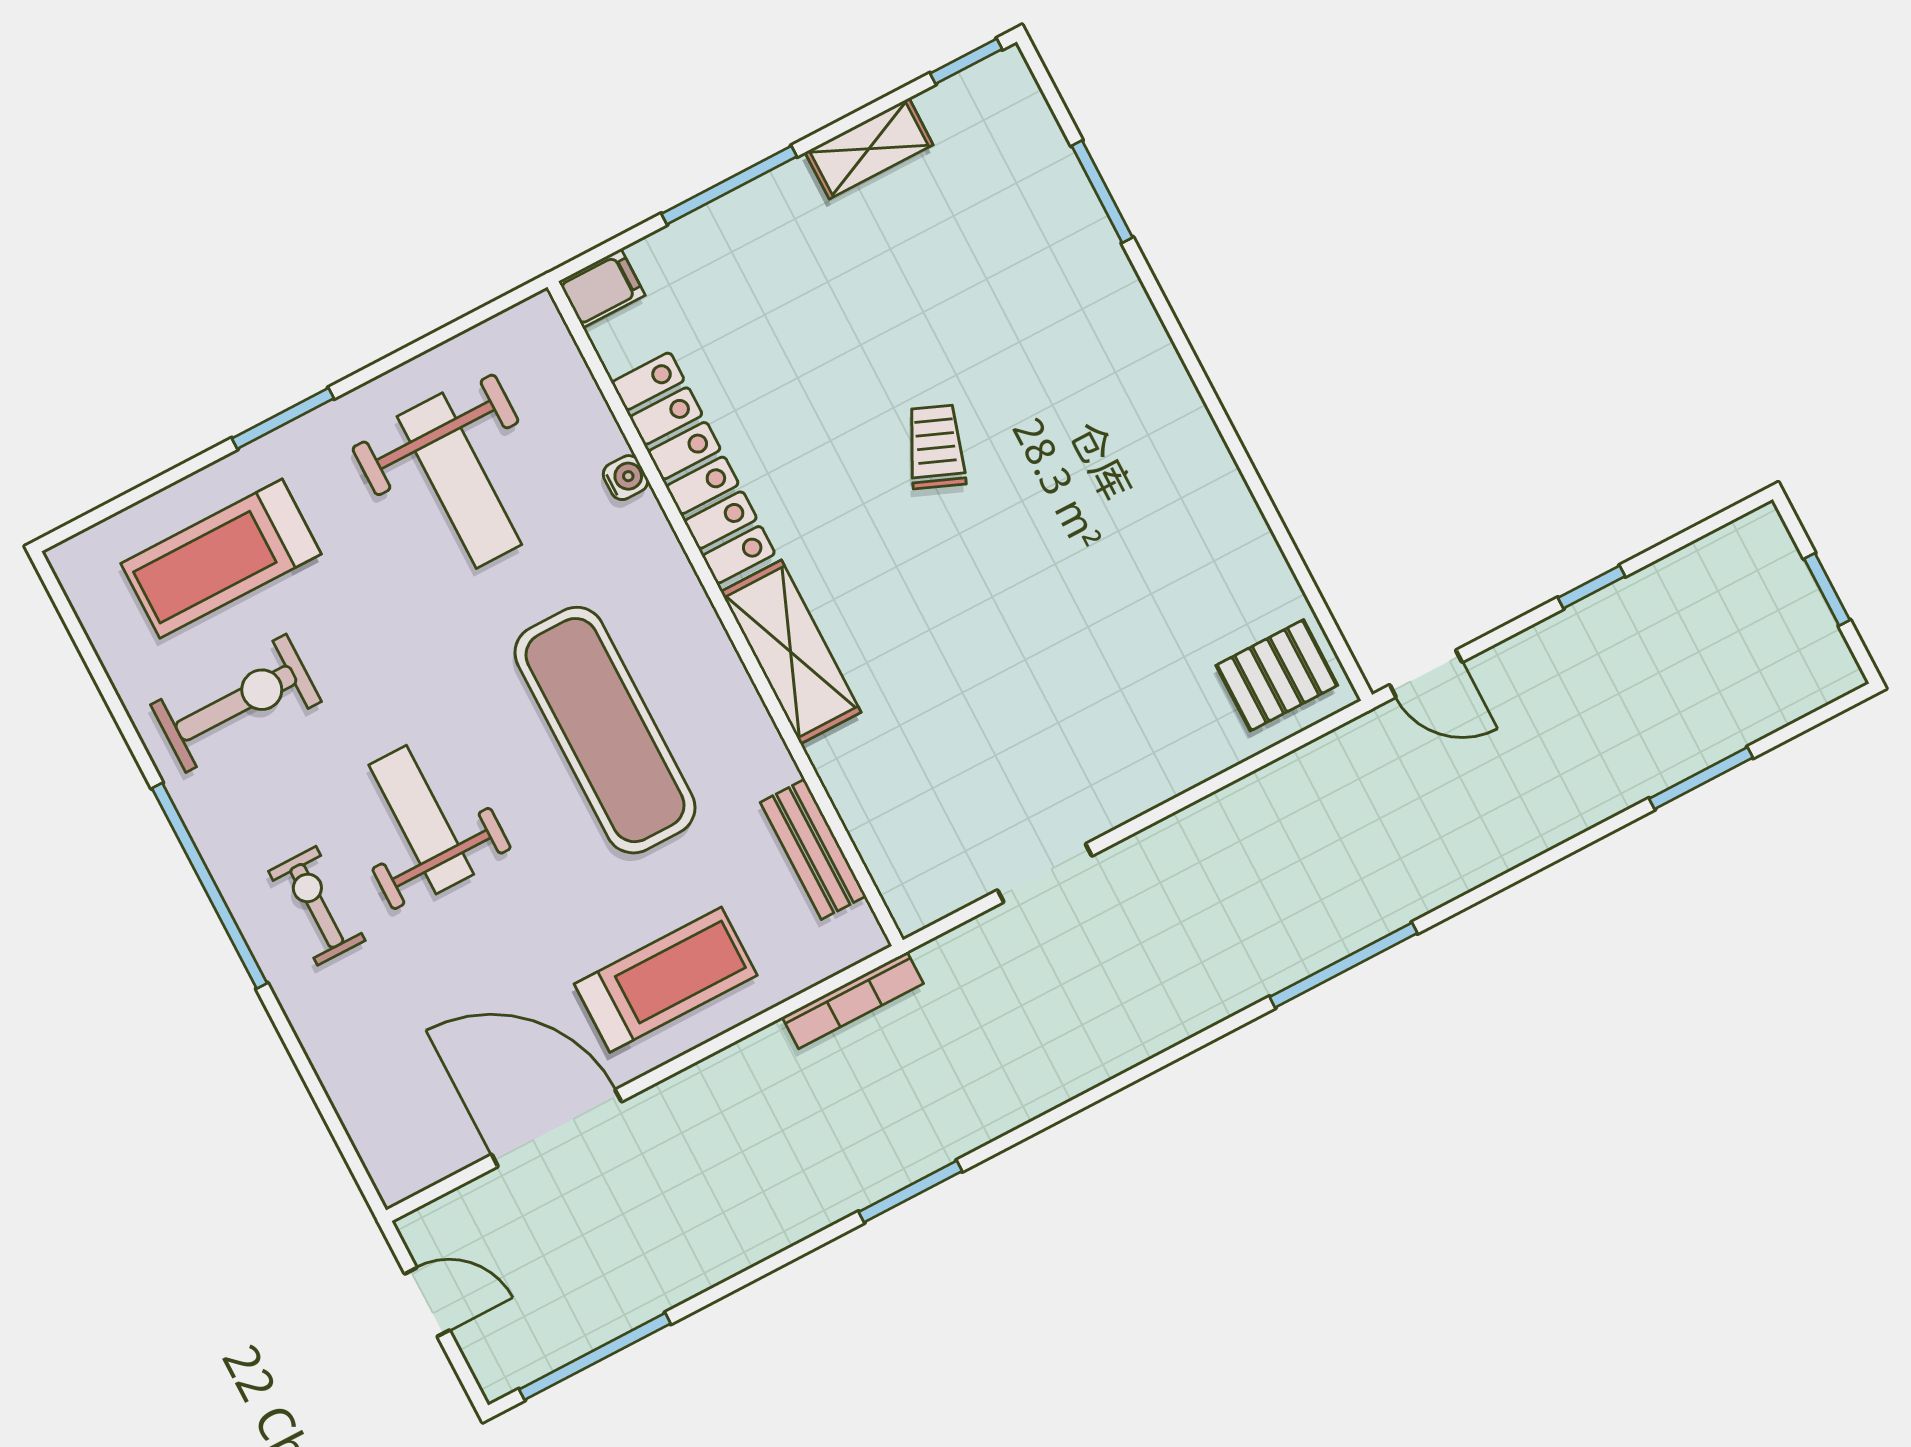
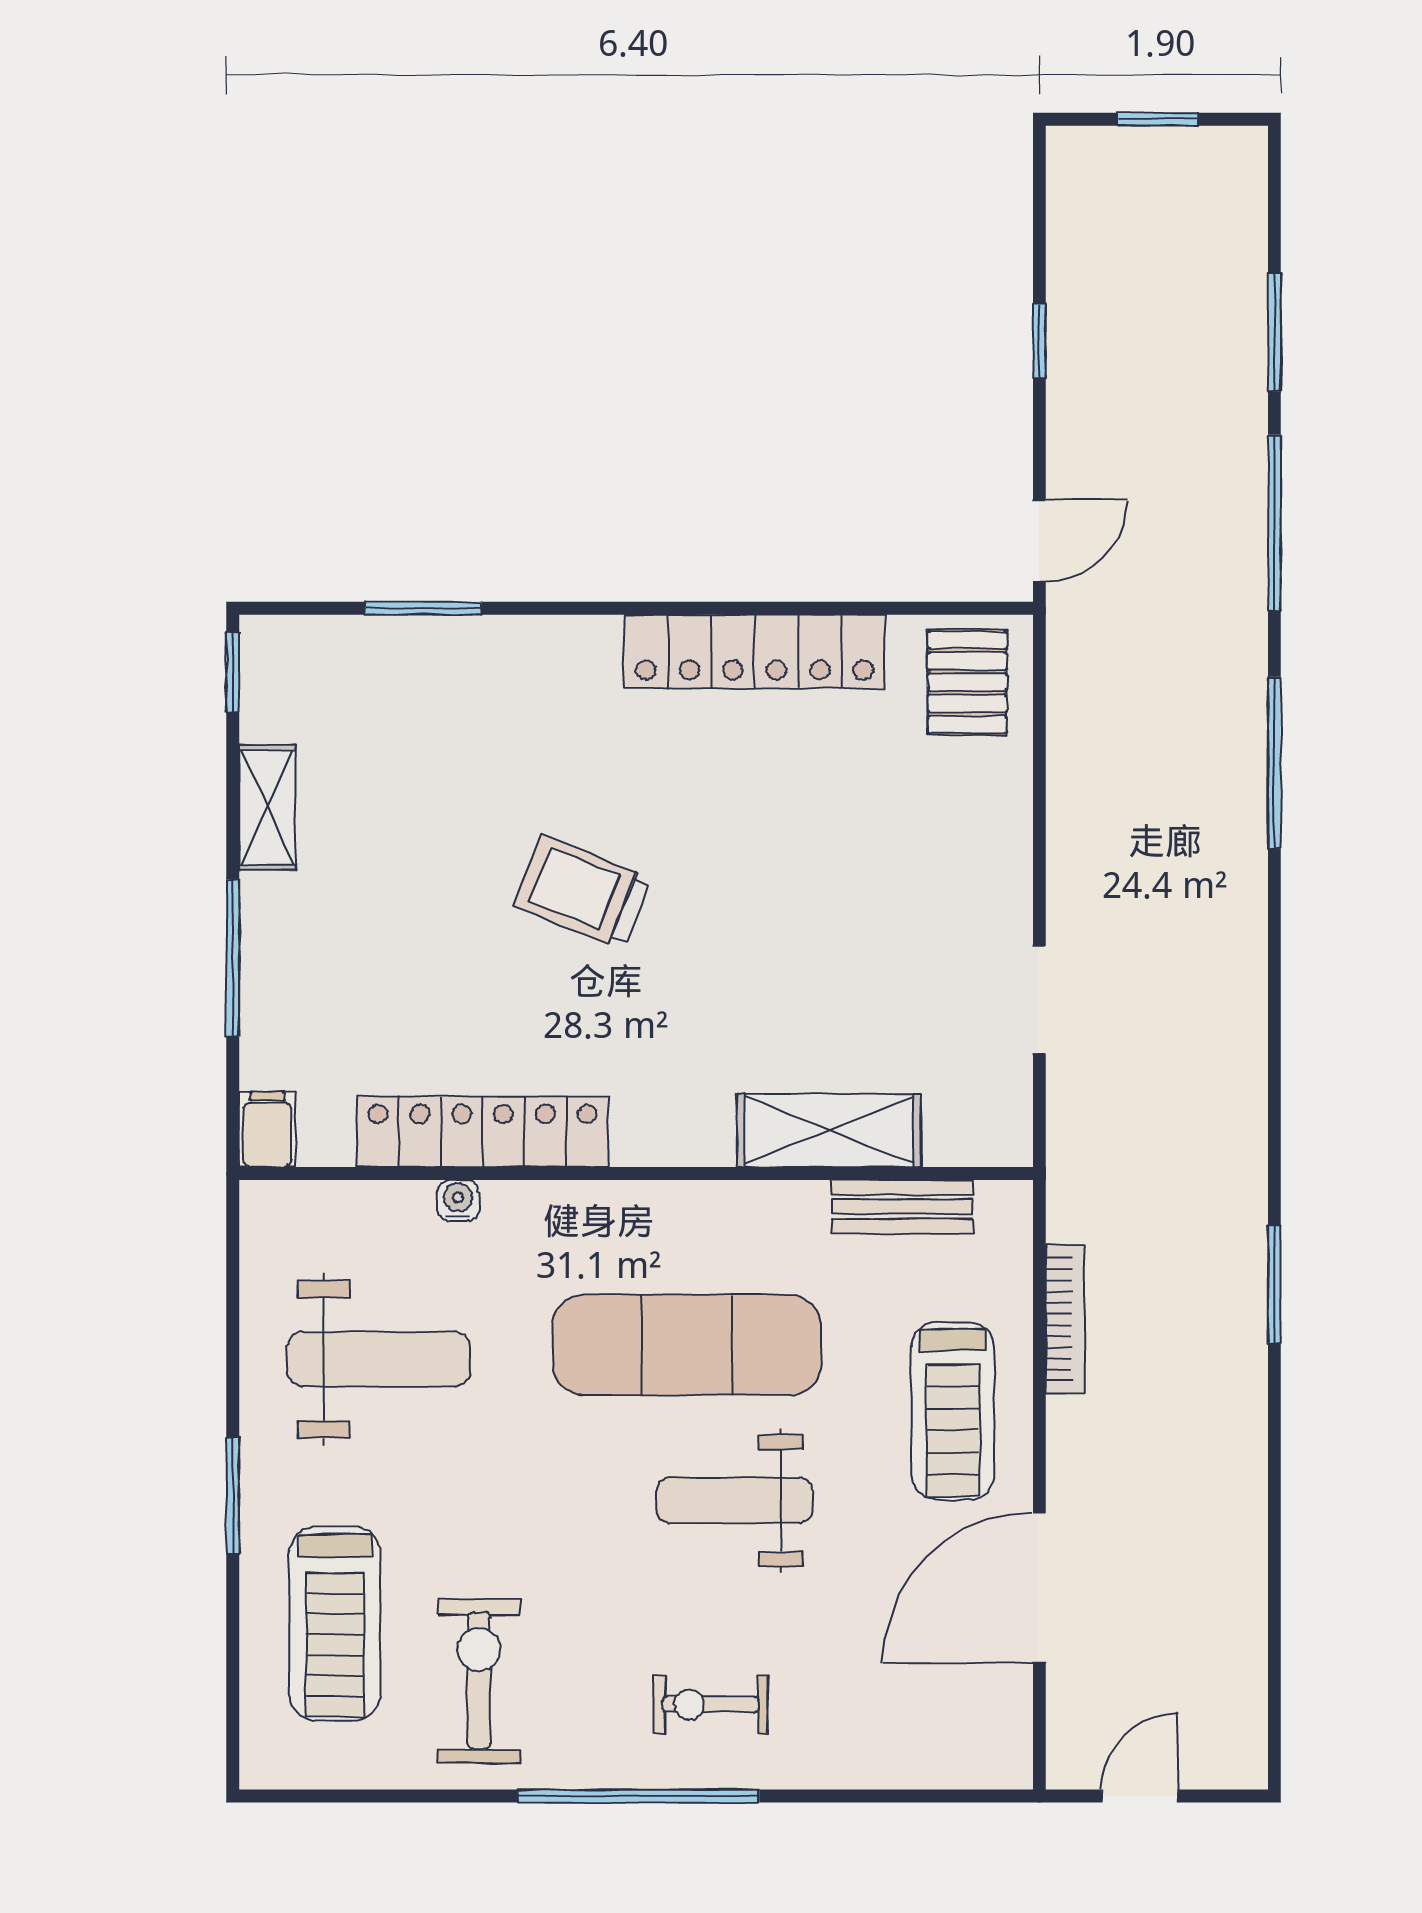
trolley: (936, 447) -> (583, 892), width x1.36, depth x1.39
locker: (1210, 485) -> (755, 652), added
shelving: (791, 652) -> (829, 1130), moved
weight bench: (421, 820) -> (734, 1500), moved
treadmill: (666, 980) -> (953, 1411), turned 180
bookcase: (853, 1000) -> (1065, 1319), moved
window: (595, 1356) -> (1274, 523), moved

